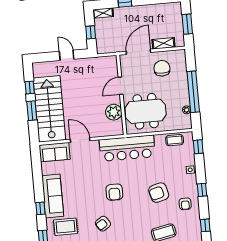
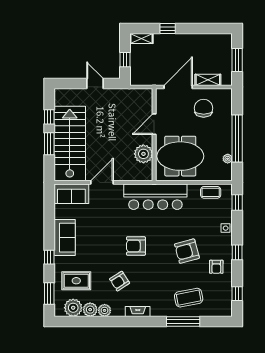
door: (80, 140) -> (102, 182), hinge flipped
armchair: (114, 192) -> (136, 246), turned 90
sofa: (53, 196) -> (65, 238), width x0.73

